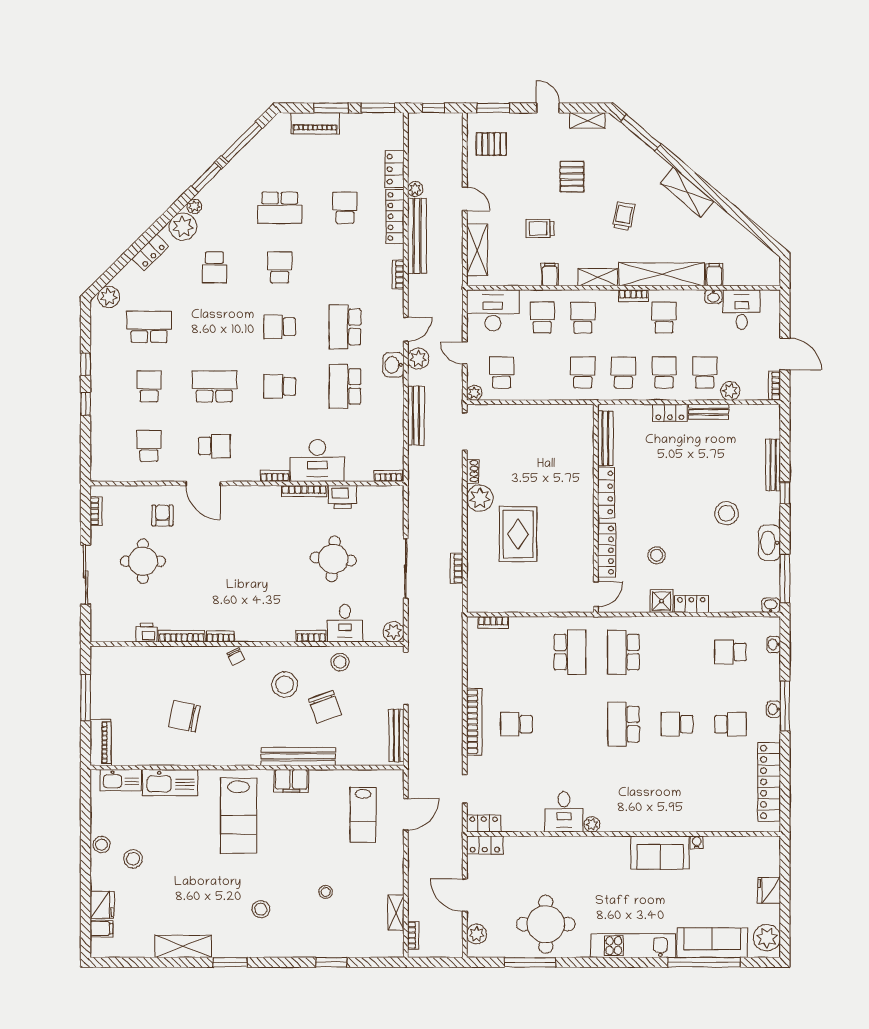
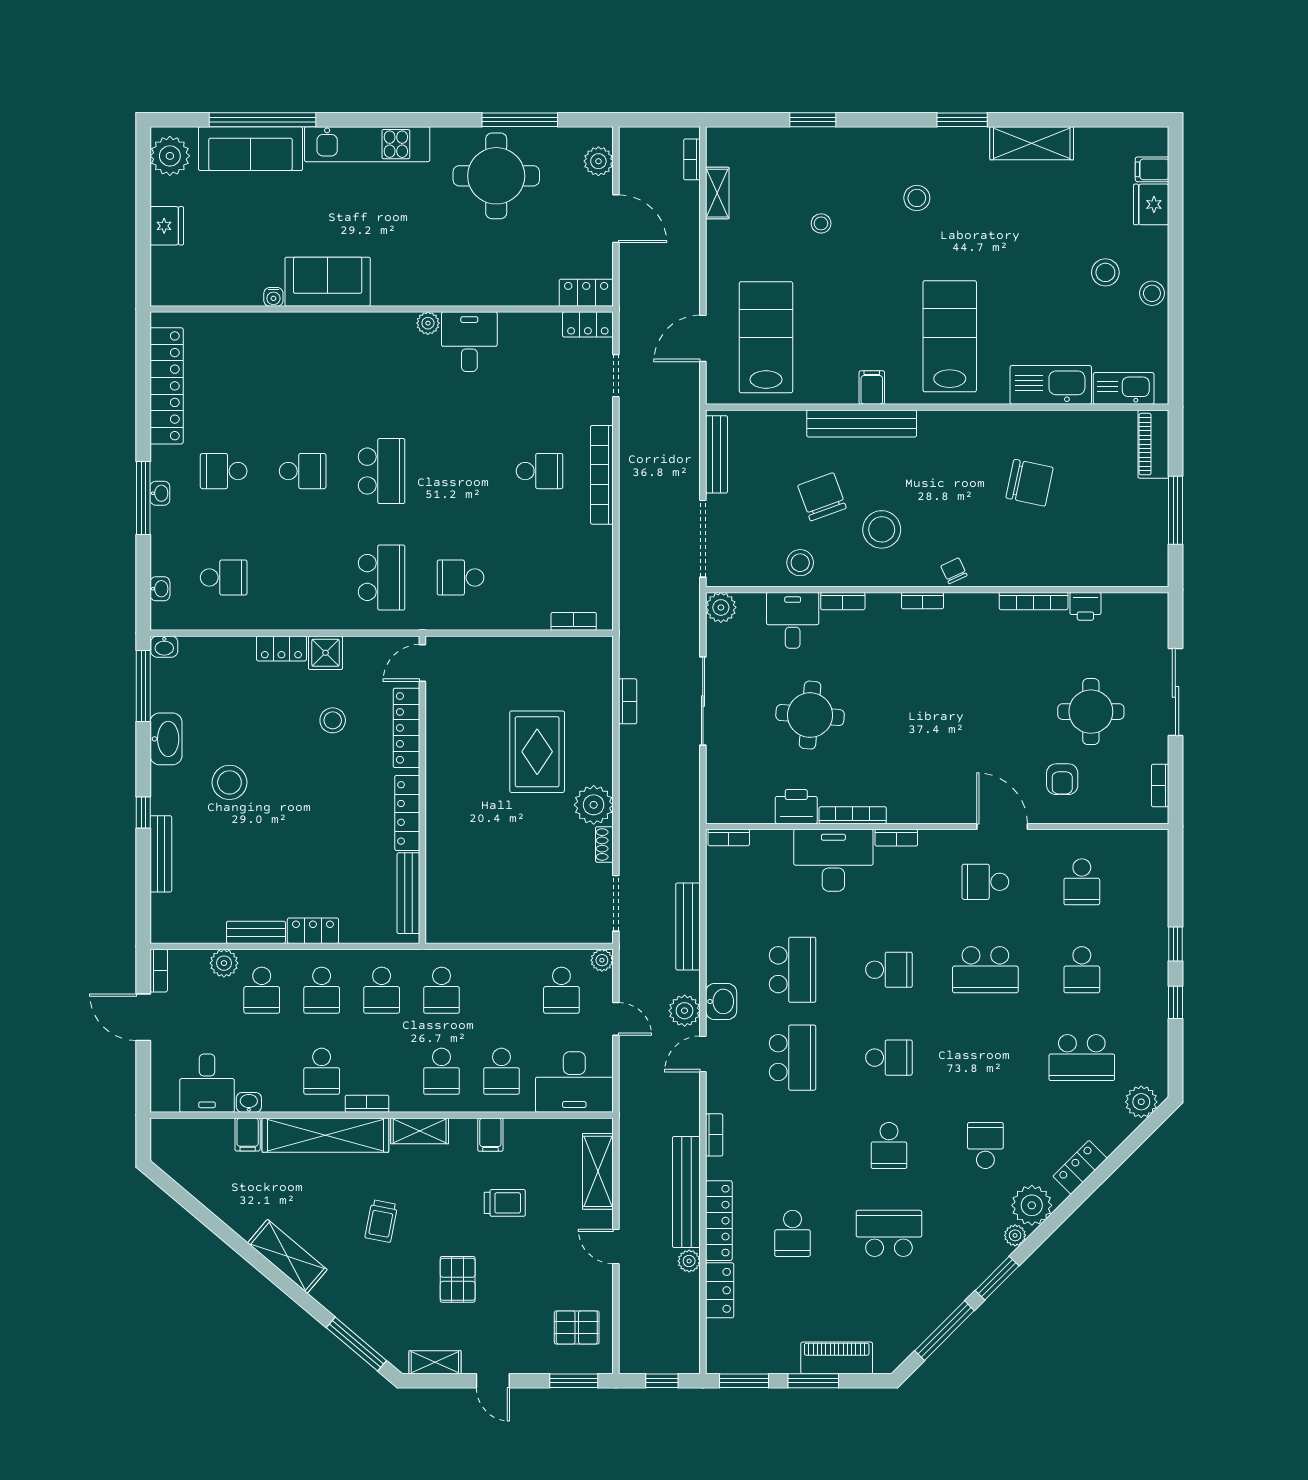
bookcase: (221, 636) -> (922, 601), moved
school desk: (570, 652) -> (461, 577), width x0.54
filing cabinet: (291, 781) -> (872, 387), width x0.50
lab bench: (363, 815) -> (766, 337), width x1.36, depth x1.39

